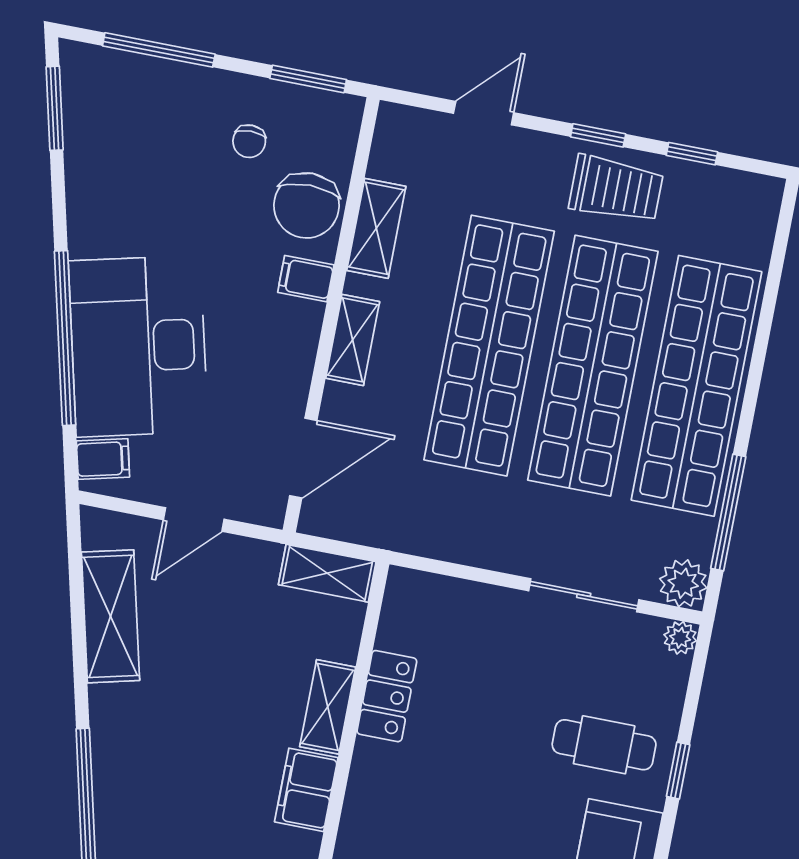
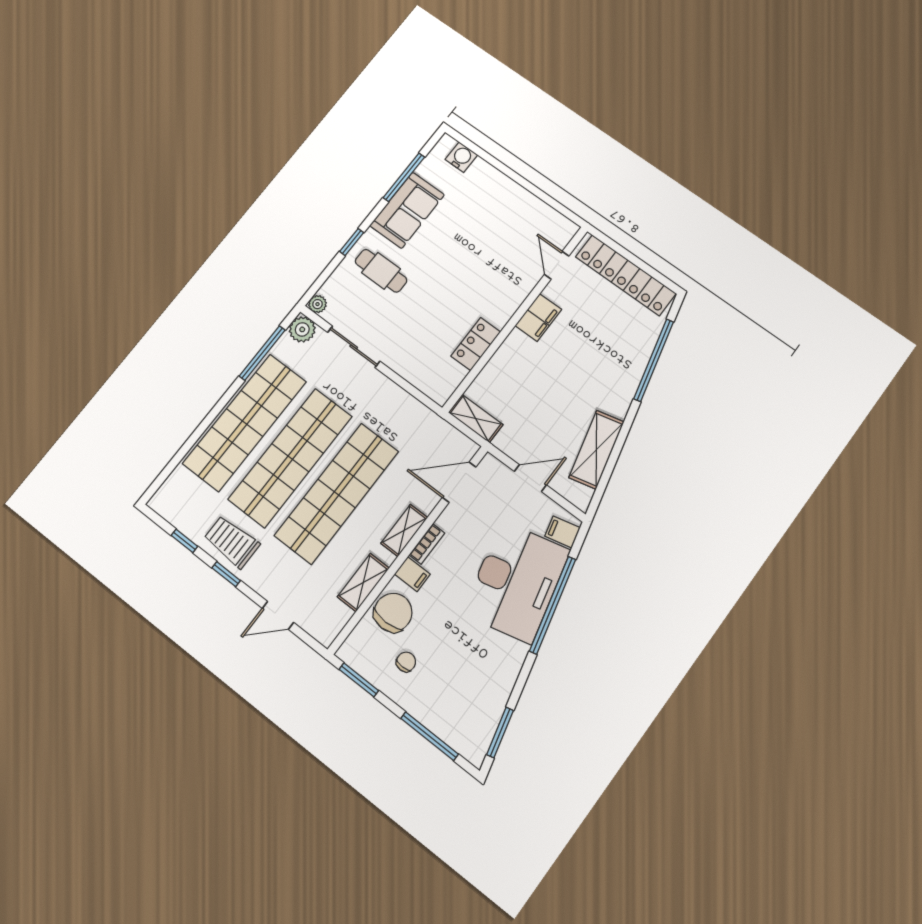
bookcase: (306, 336) -> (427, 544), added
shelving: (328, 707) -> (508, 353), removed

